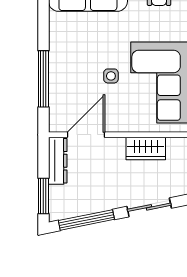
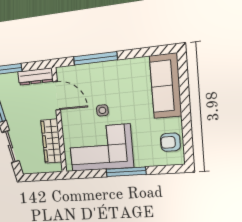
wardrobe: (146, 149) -> (51, 141), width x1.50

